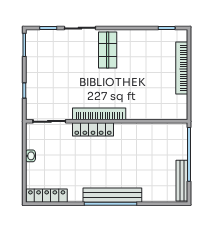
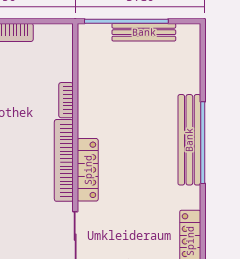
bookcase: (138, 115) -> (66, 100), added
bench: (182, 181) -> (144, 32), moved

